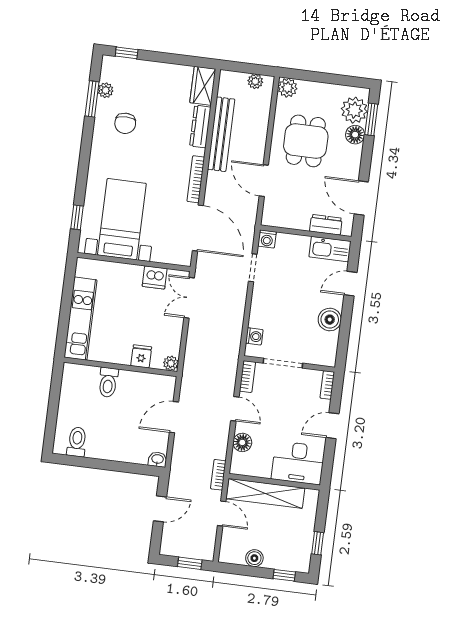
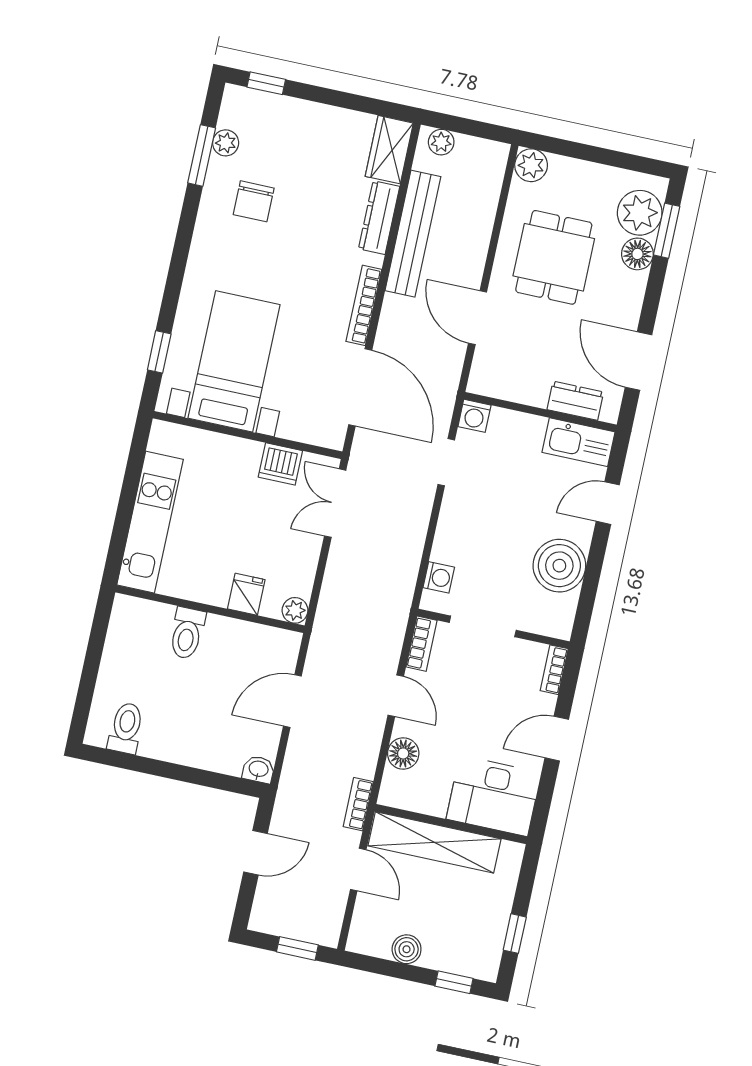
plant: (255, 81) -> (441, 142), moved
boiler: (330, 320) -> (559, 566), width x1.37, depth x1.37

